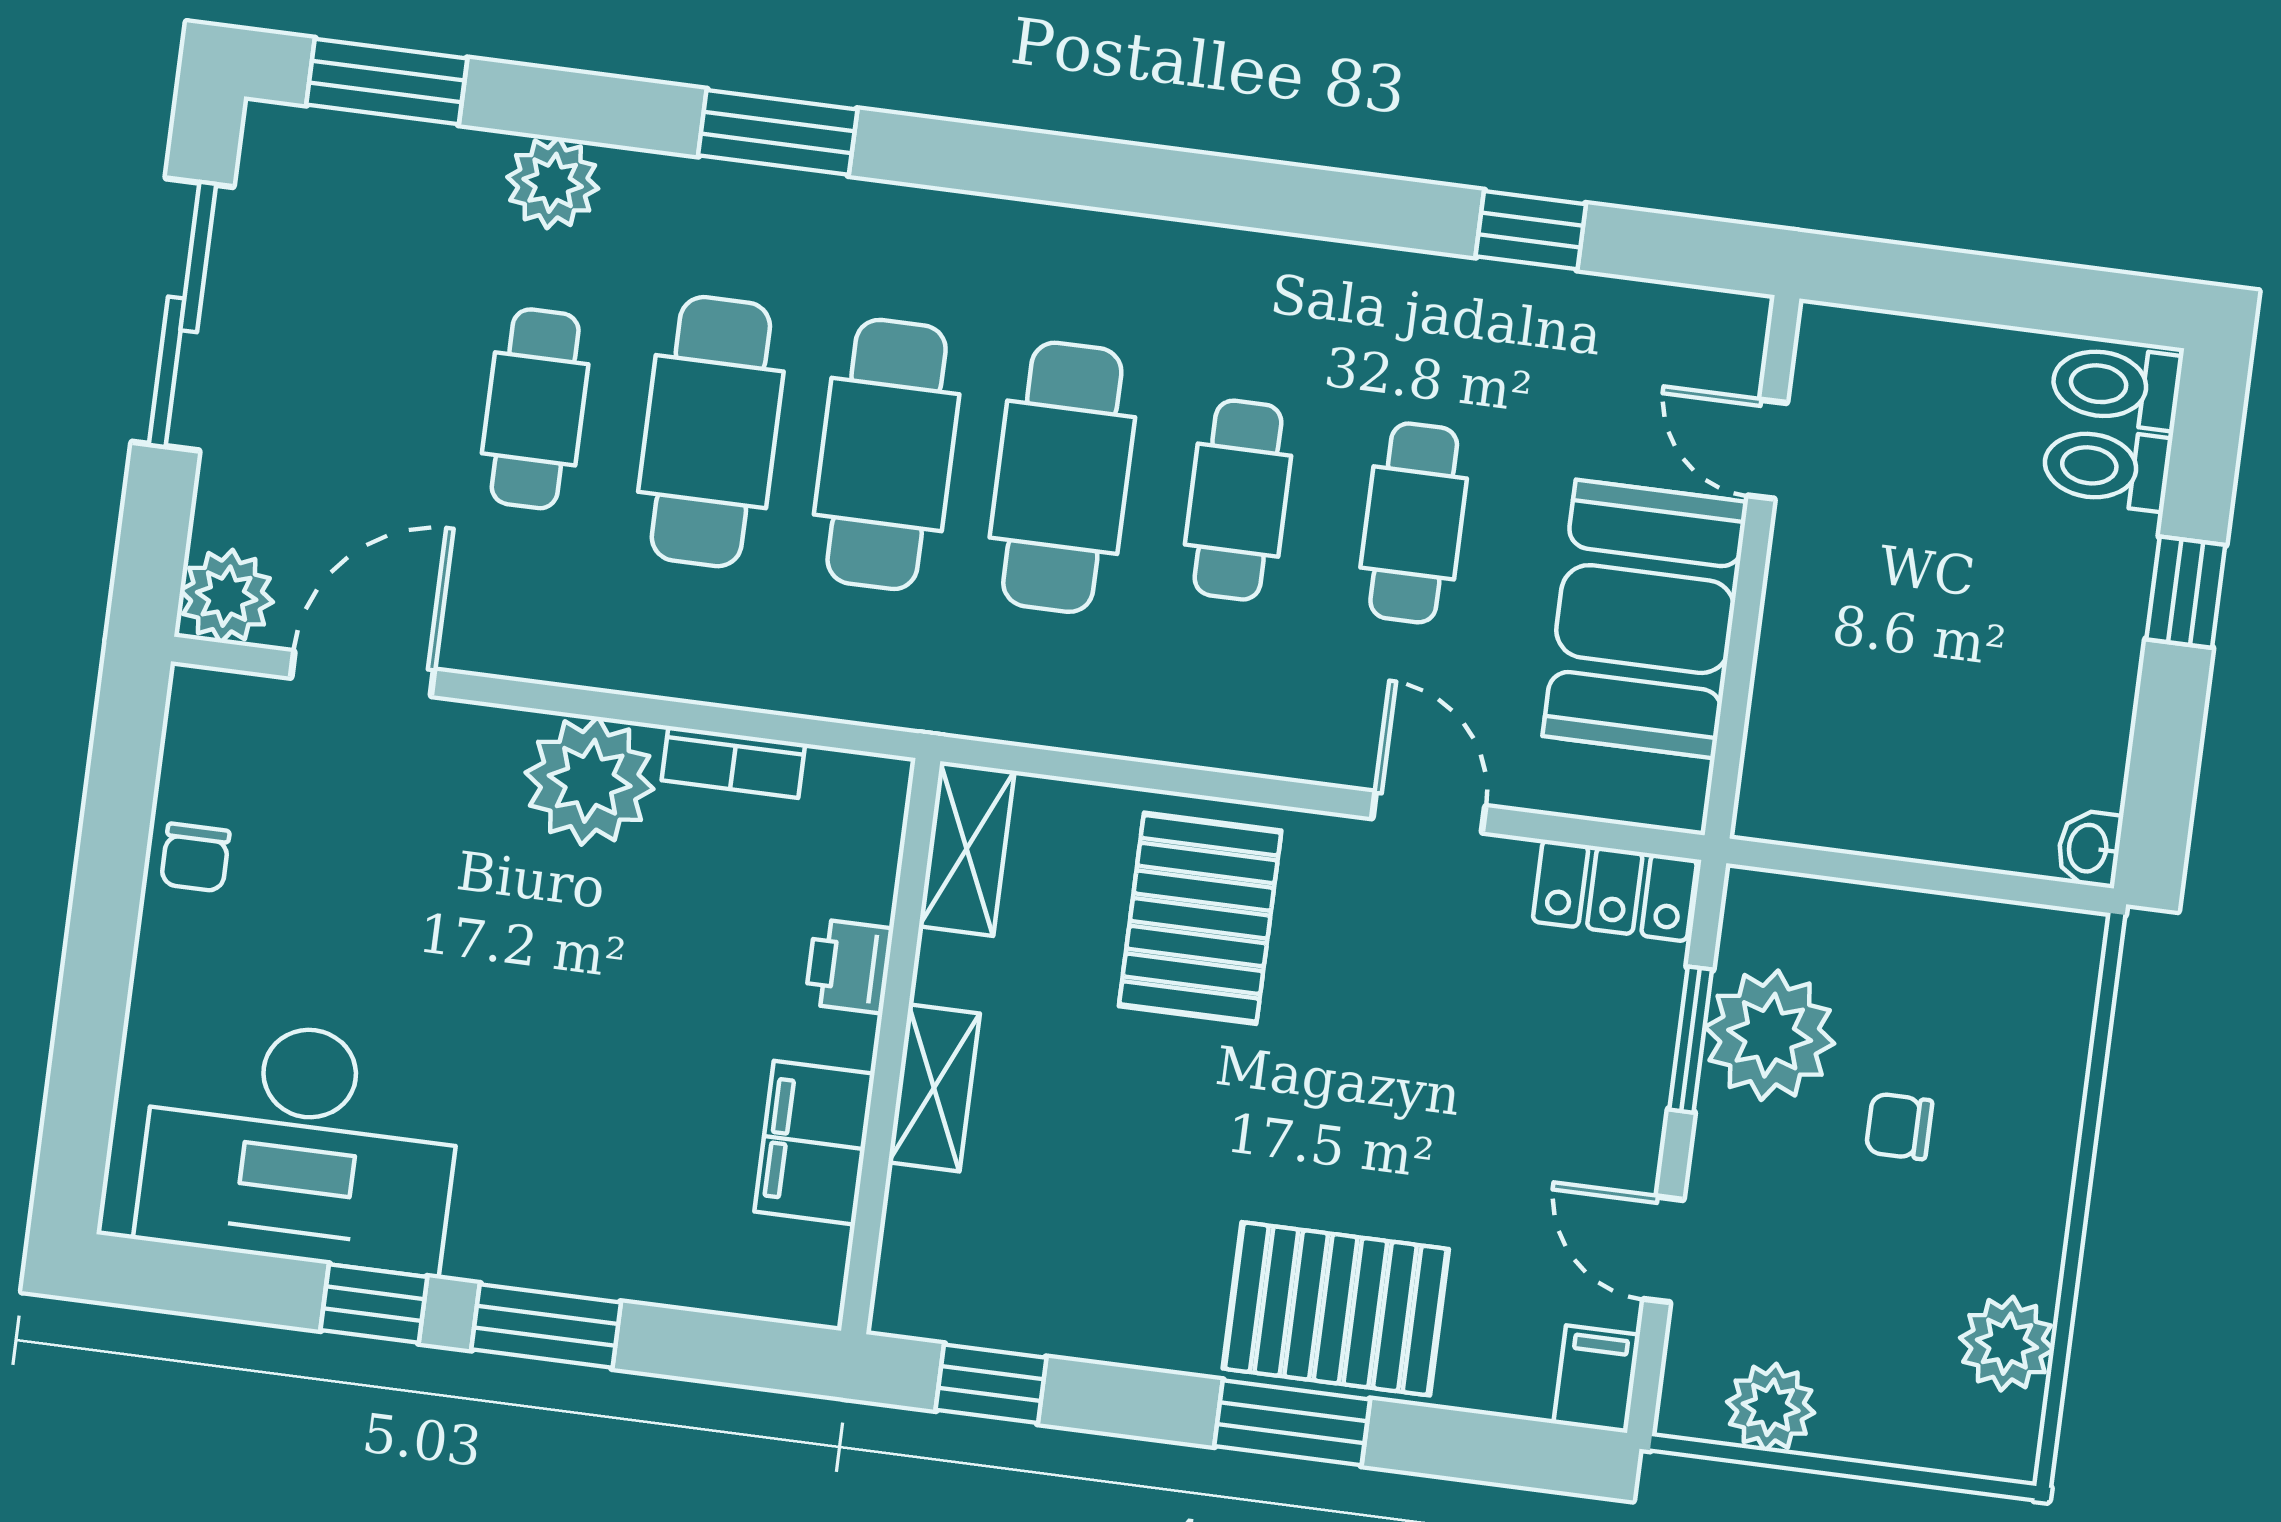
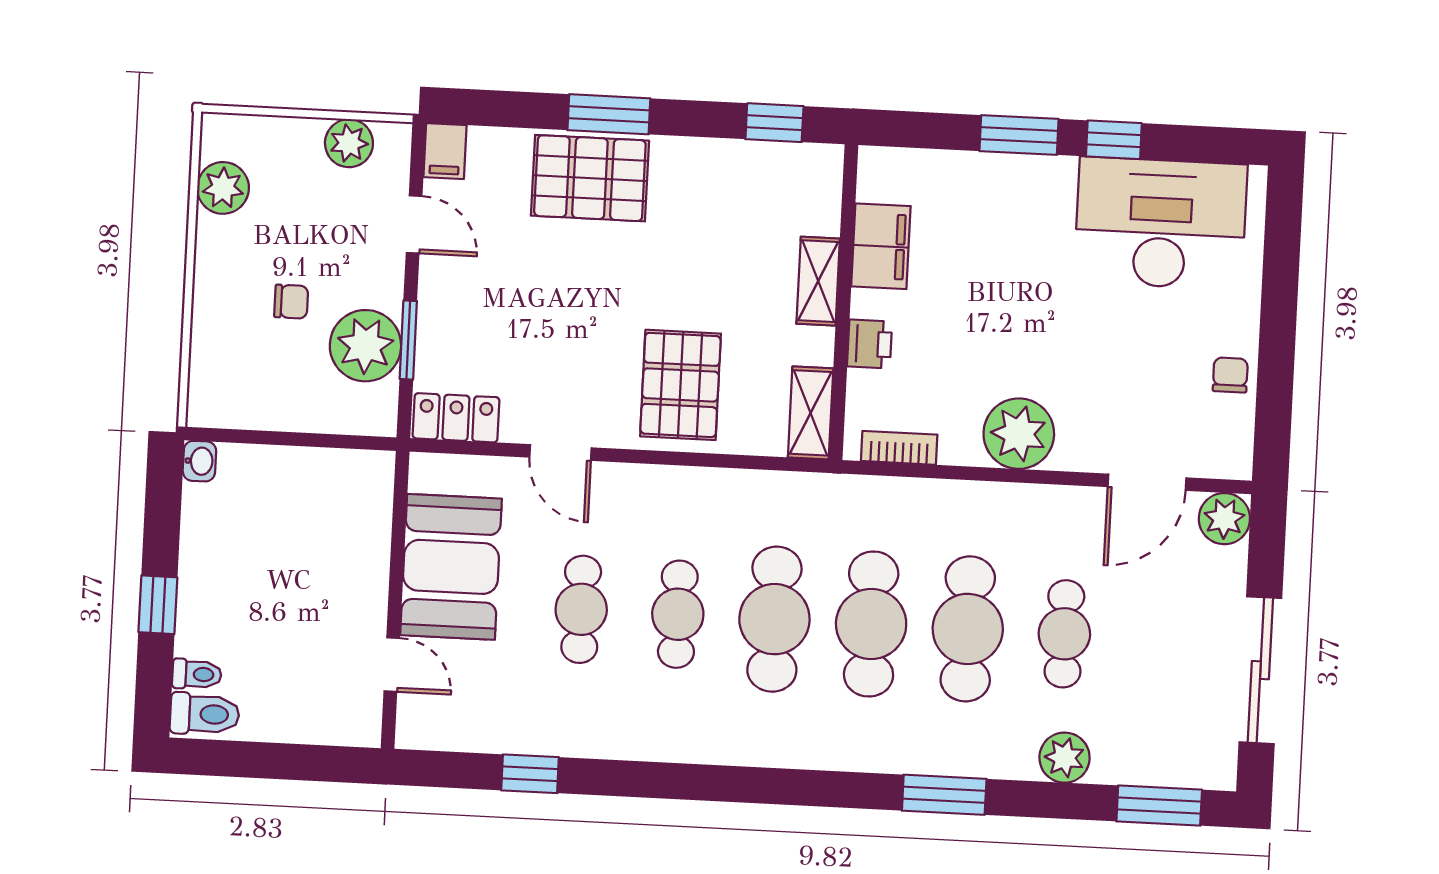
toilet: (2106, 468) -> (197, 674), width x0.73, depth x0.72
bookcase: (733, 762) -> (899, 448), moved

